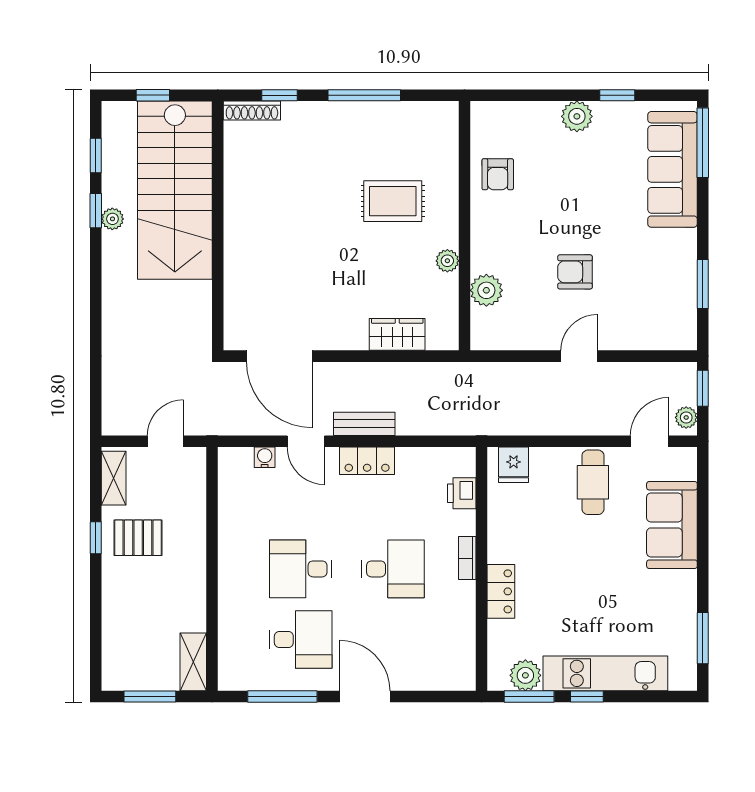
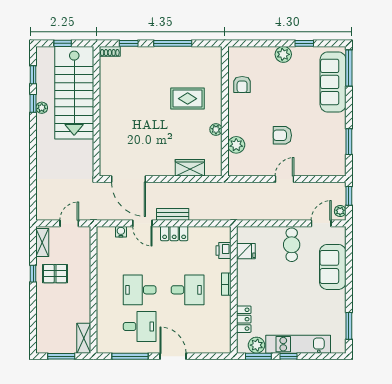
shoe rack: (252, 111) -> (110, 51), width x0.70
fridge: (514, 465) -> (246, 251), moved, turned -90
locker: (501, 591) -> (244, 319), moved

